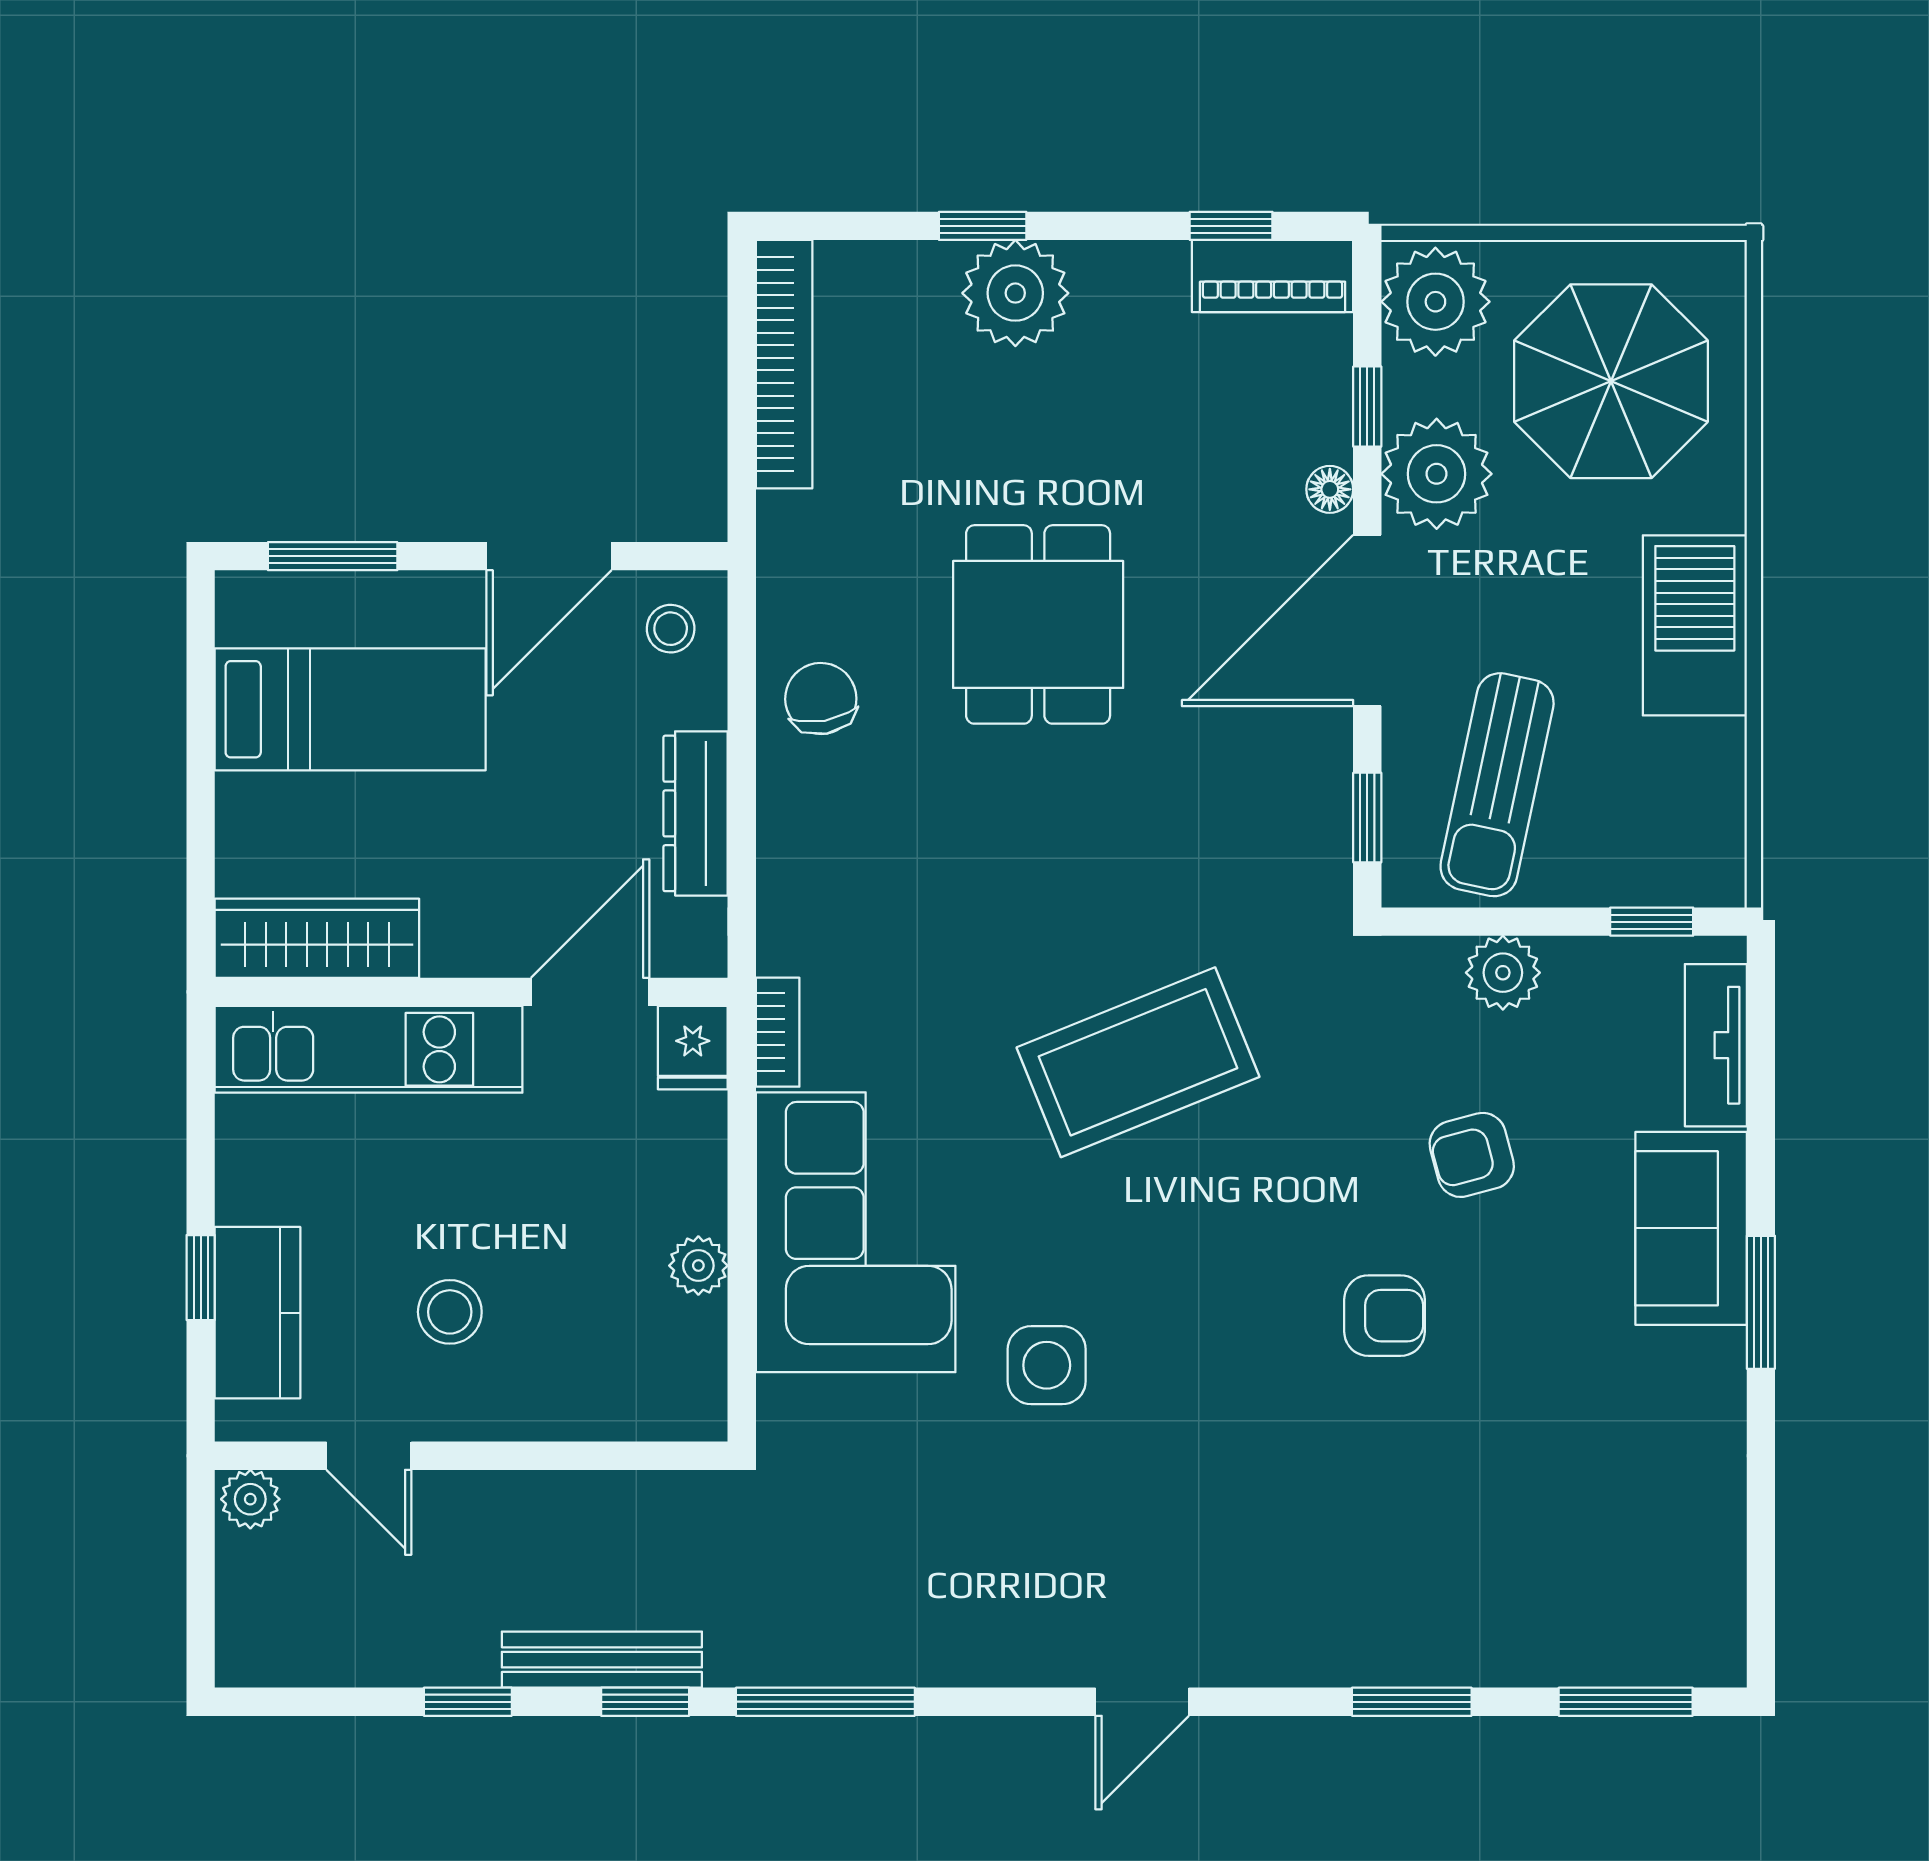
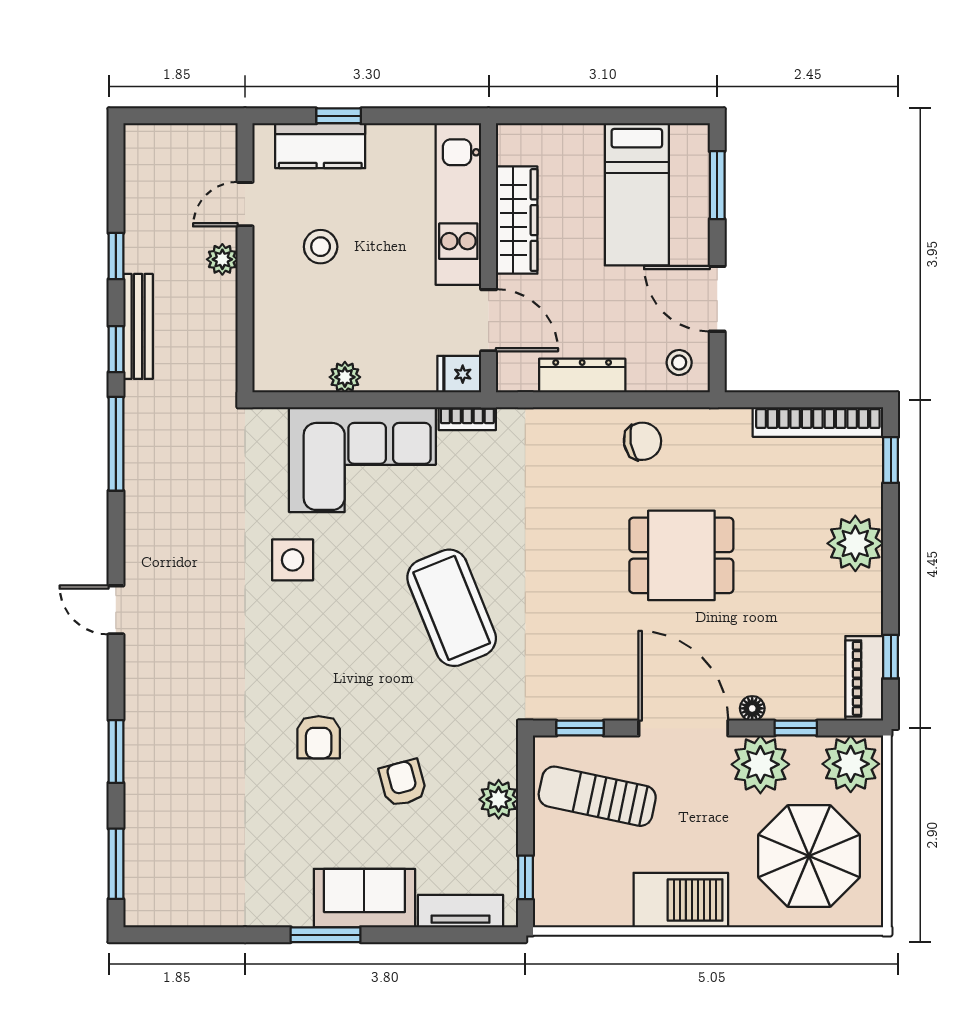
window: (983, 226) -> (891, 460), moved
wardrobe: (317, 938) -> (517, 220), moved
plant: (250, 1499) -> (222, 259), moved

